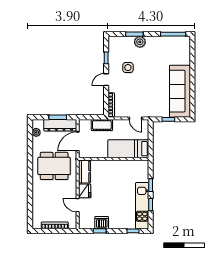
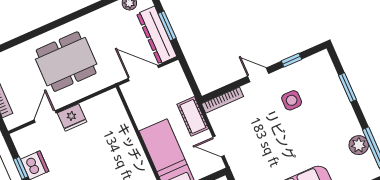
plant: (140, 42) -> (359, 145), moved
door: (135, 118) -> (218, 146), hinge flipped
cot: (102, 125) -> (193, 116), moved
dining table: (54, 166) -> (66, 62), moved, turned 90
kitchen counter: (84, 172) -> (101, 104), removed

